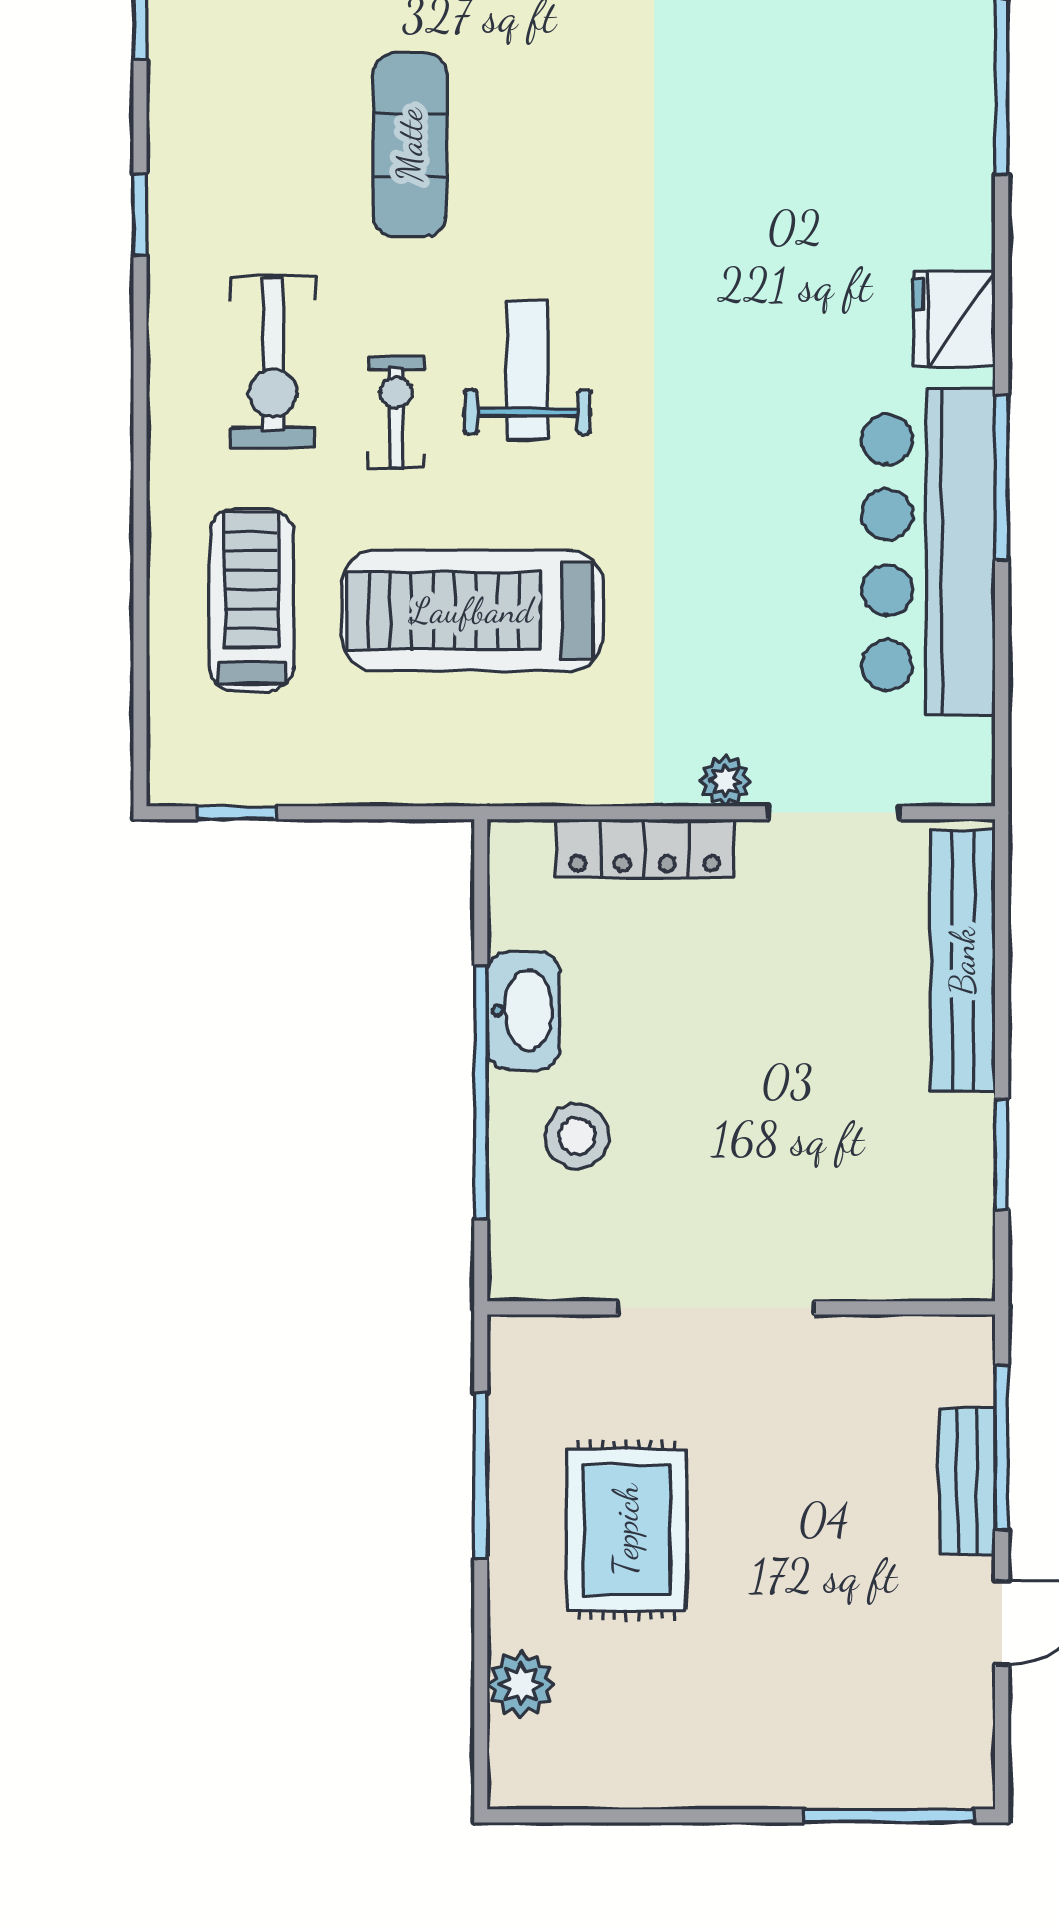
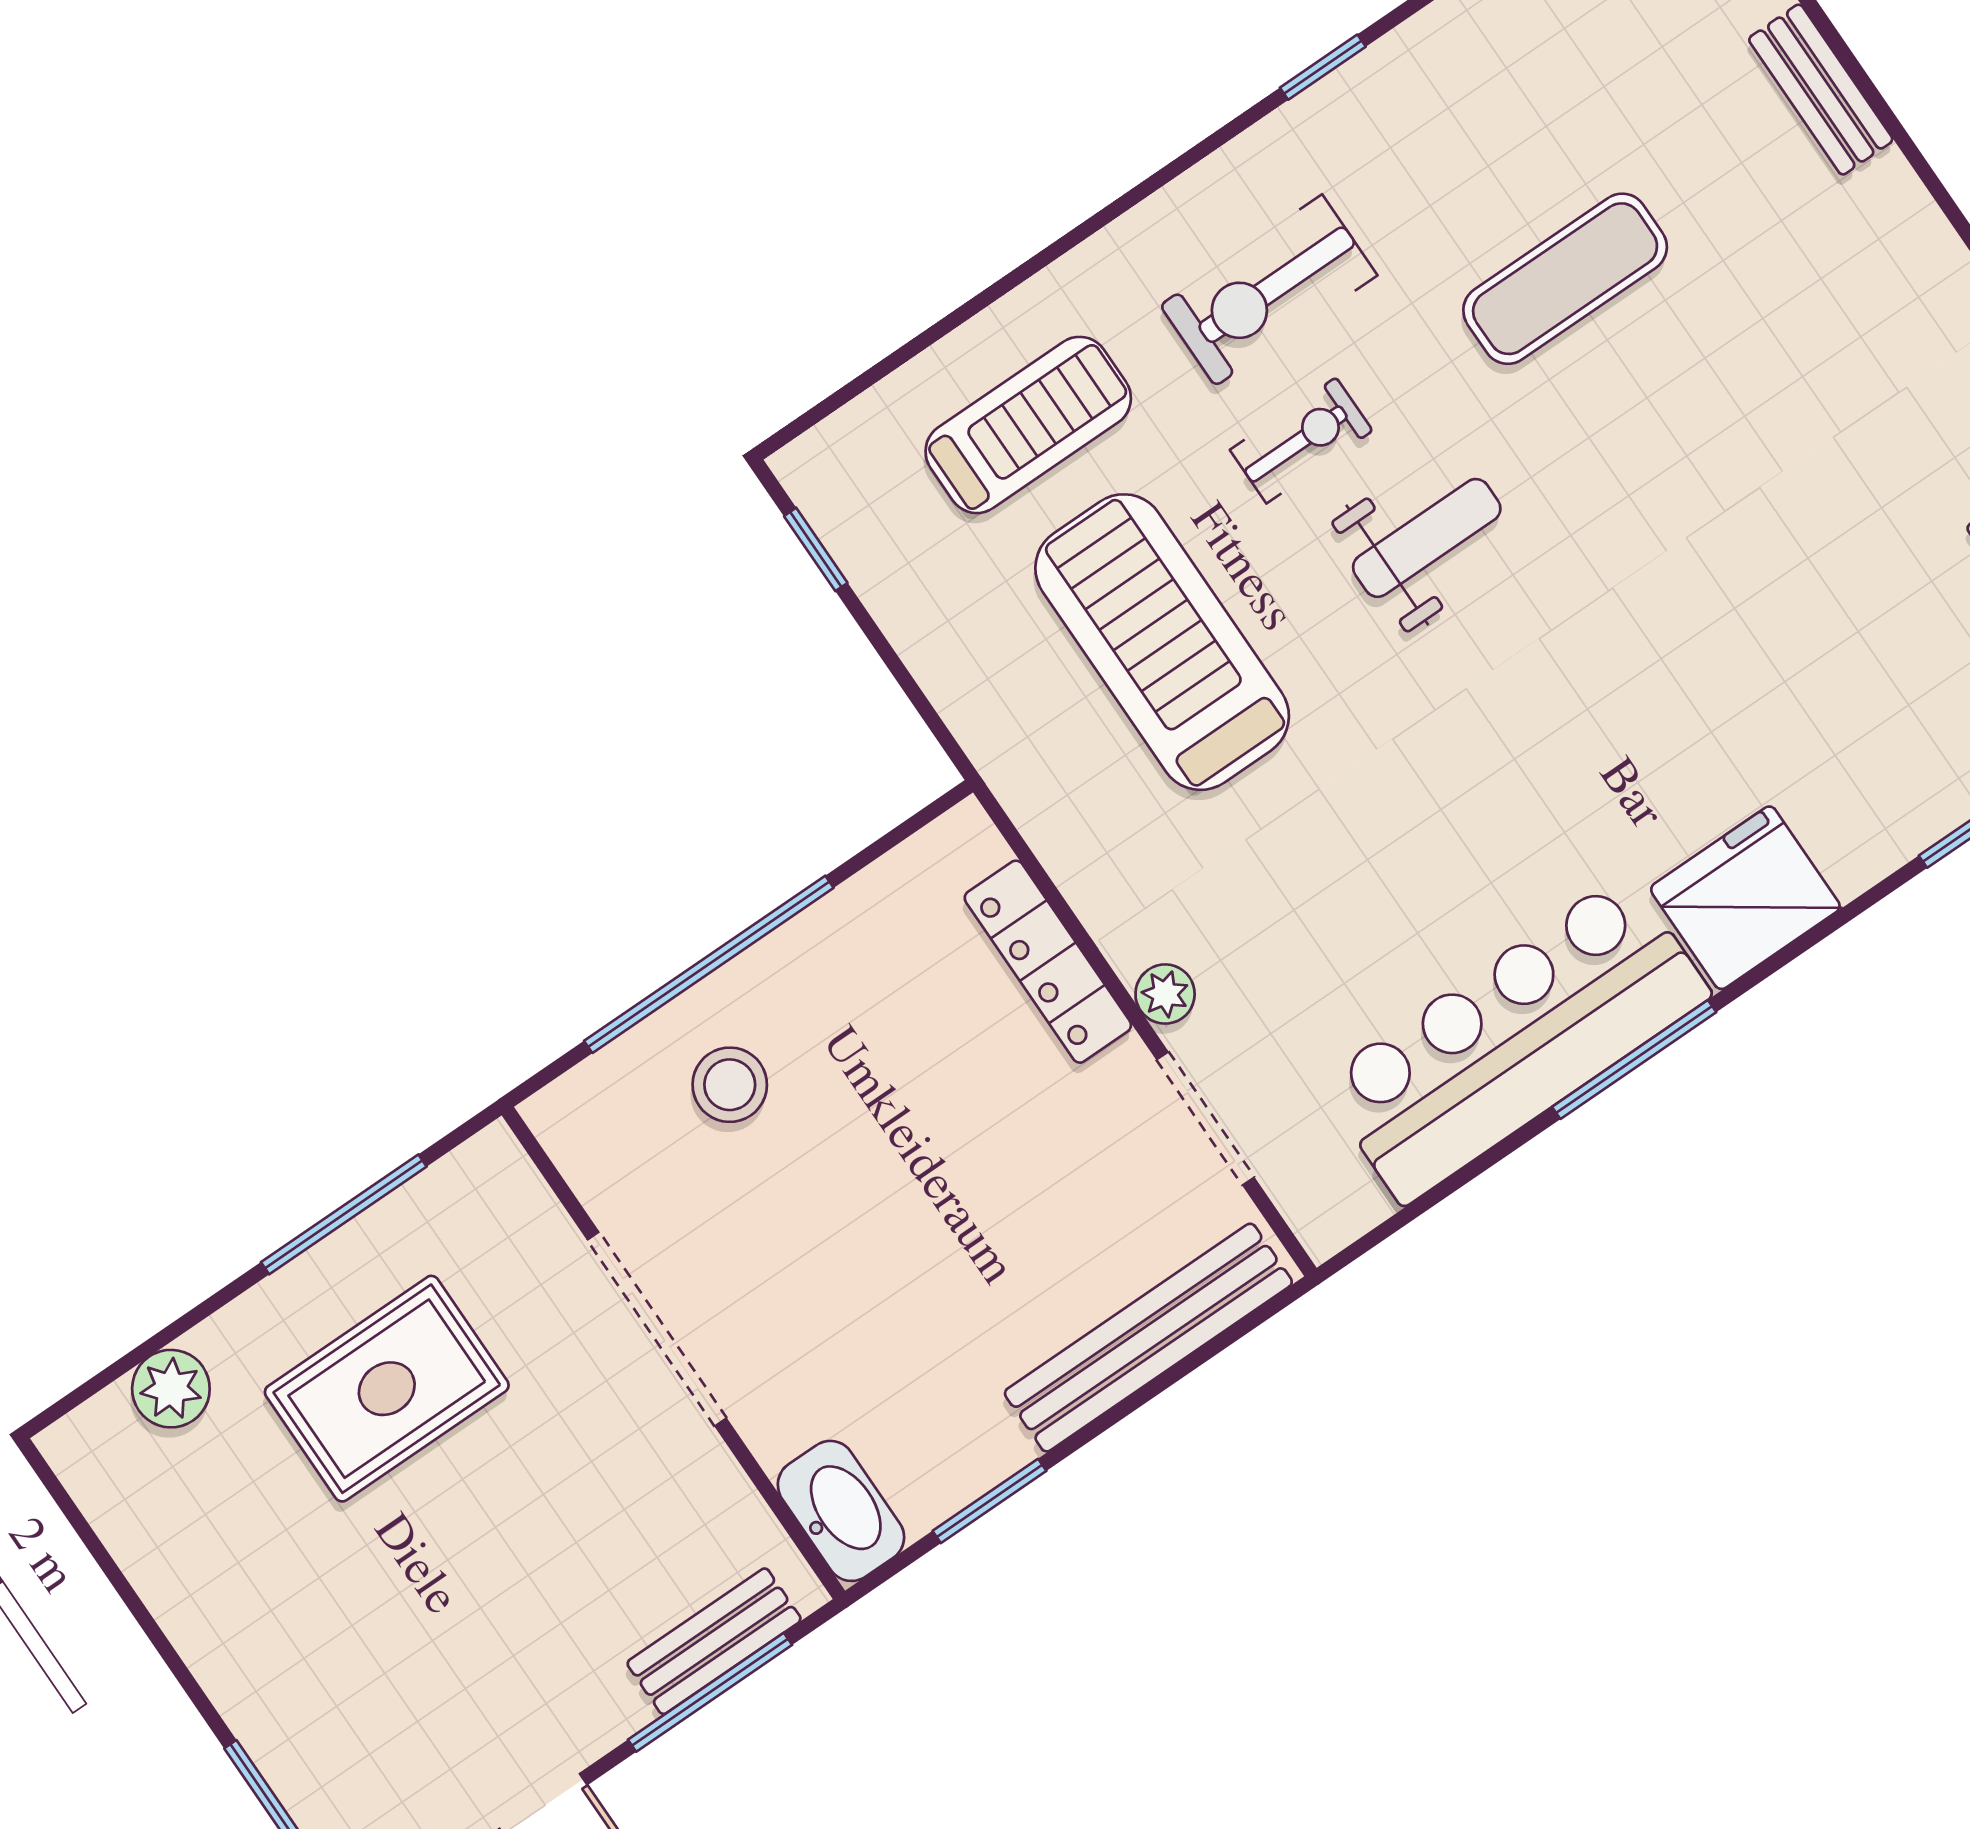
fridge: (954, 319) -> (1745, 898), width x1.36, depth x1.34
washbasin: (523, 1010) -> (841, 1511), moved, turned -90
bench: (967, 1481) -> (714, 1641), moved

